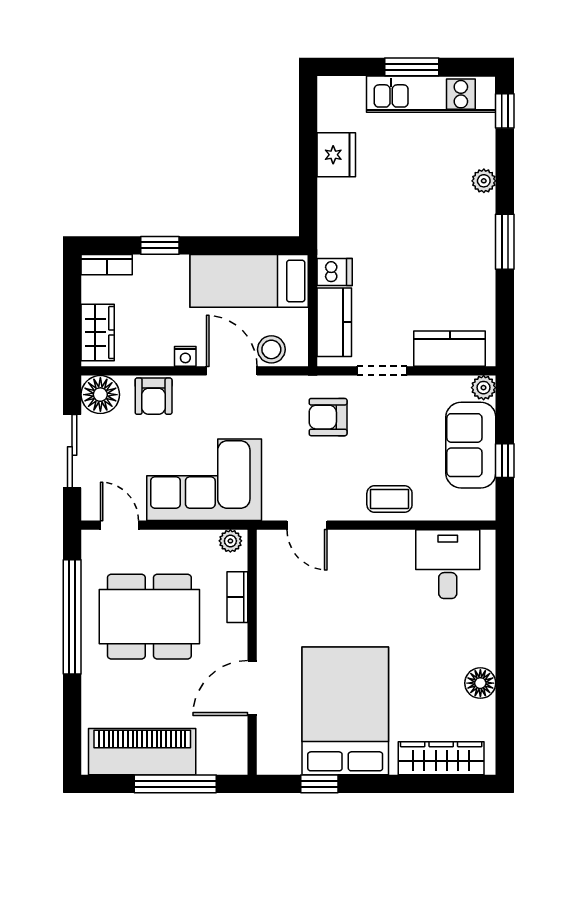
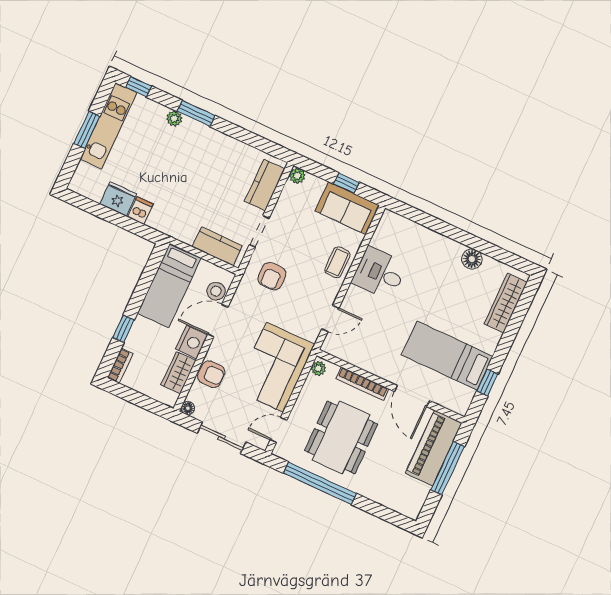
window: (505, 242) -> (196, 113), moved
dishwasher: (335, 272) -> (140, 210), moved
wardrobe: (98, 332) -> (179, 373), moved, turned -90
nightstand: (185, 356) -> (192, 342), width x1.89, depth x1.79
floor lamp: (100, 395) -> (188, 408), width x0.53, depth x0.53
sofa: (471, 445) -> (347, 208), moved
desk: (448, 564) -> (379, 273), moved
bookcase: (237, 597) -> (362, 384), width x1.56
bed: (345, 711) -> (447, 356), width x0.67
piano: (142, 752) -> (434, 448), moved

